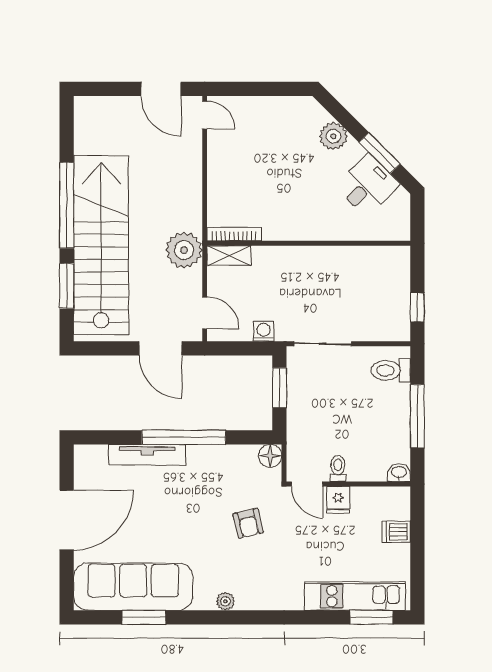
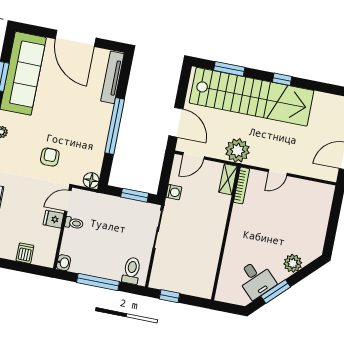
door: (205, 115) -> (278, 172), moved
window: (67, 205) -> (282, 79), width x0.32
door: (160, 348) -> (176, 122), swing flipped
tv unit: (147, 455) -> (112, 77), moved
armchair: (248, 523) -> (50, 157), turned 104

